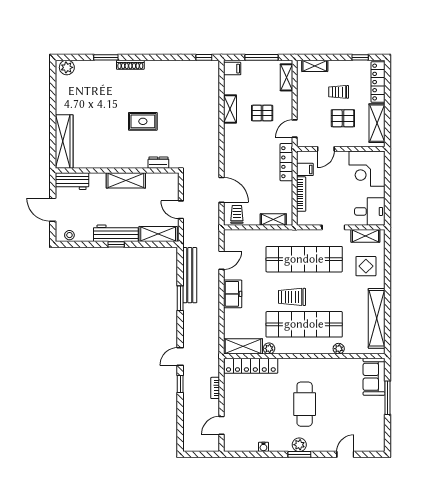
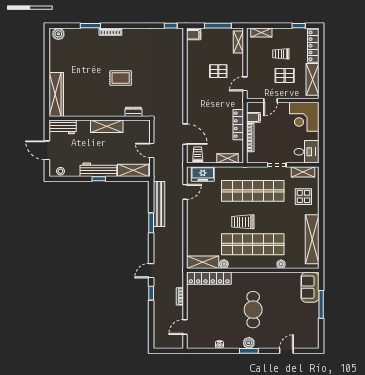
shelving: (230, 109) -> (192, 68), removed
locker: (286, 162) -> (238, 125), moved
freezer: (233, 294) -> (203, 174), moved, turned 90

